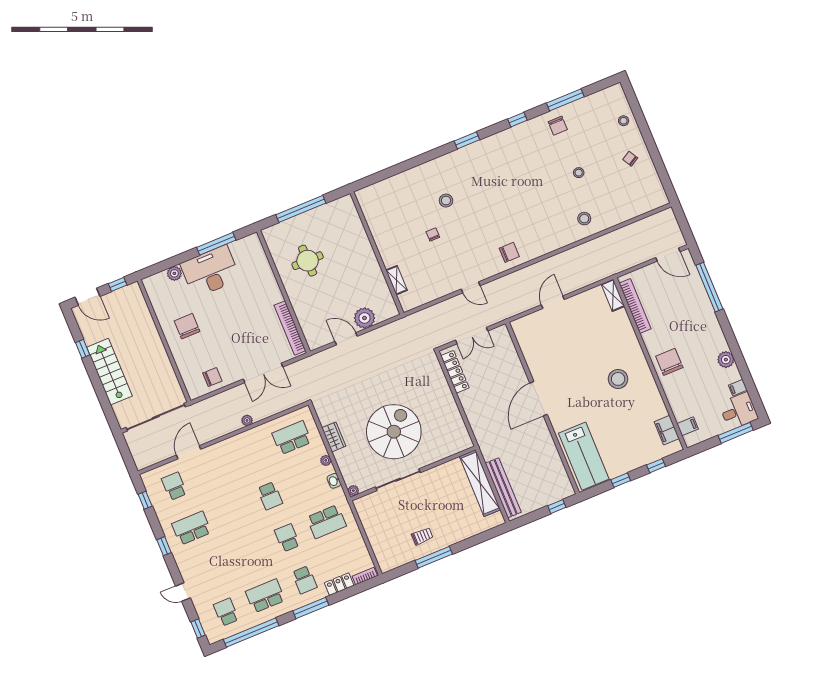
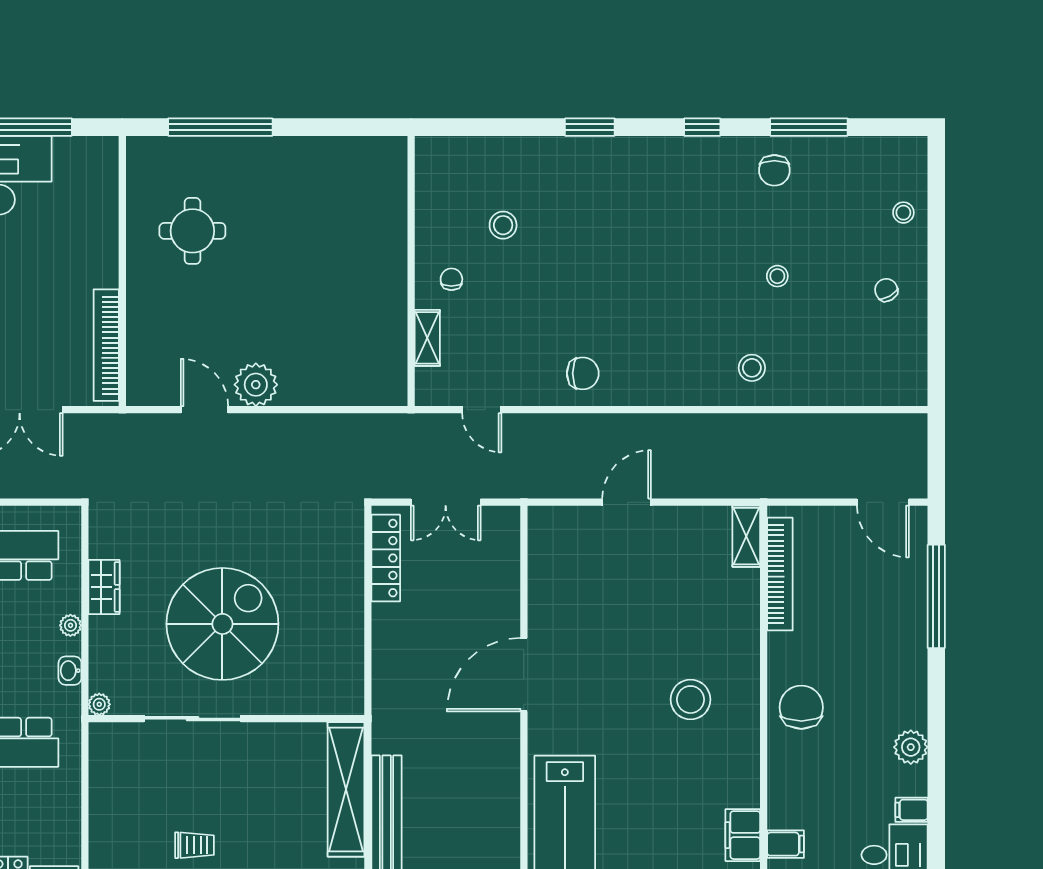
wall: (377, 253) -> (411, 271), moved
shelving: (397, 280) -> (427, 338), moved

